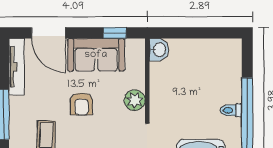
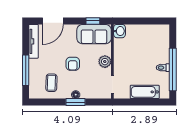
door: (49, 33) -> (53, 21), hinge flipped
sofa: (96, 55) -> (94, 34), moved

